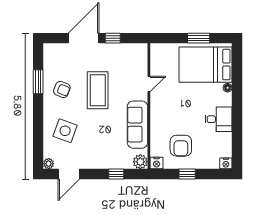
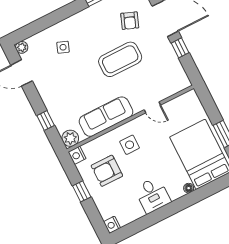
armchair: (62, 89) -> (130, 21), moved
side table: (169, 117) -> (130, 145), added
side table: (65, 131) -> (63, 47), width x0.54, depth x0.54

